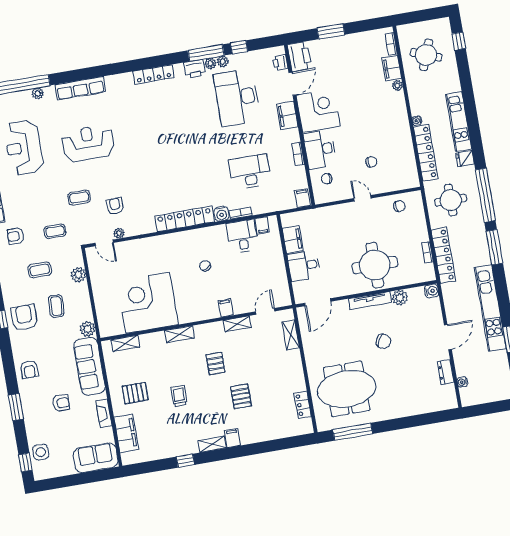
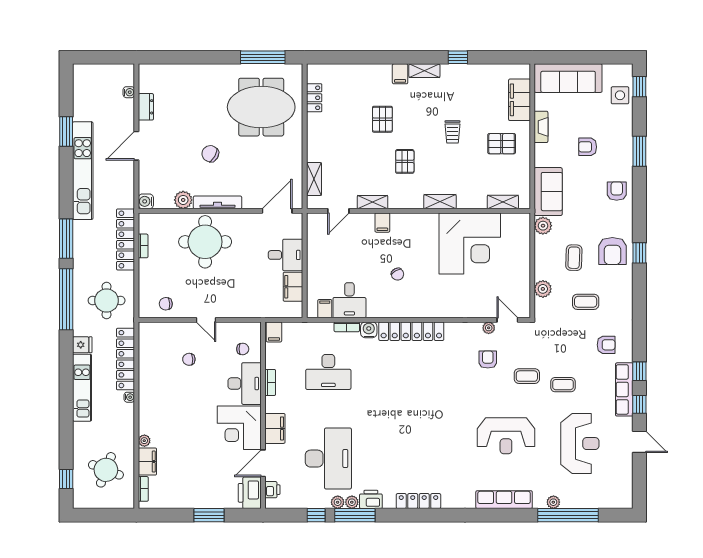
armchair: (115, 206) -> (488, 360), turned 180
coffee table: (55, 231) -> (563, 385), moved
sofa: (89, 366) -> (548, 192), width x0.73
sofa: (96, 458) -> (568, 78), width x1.36

